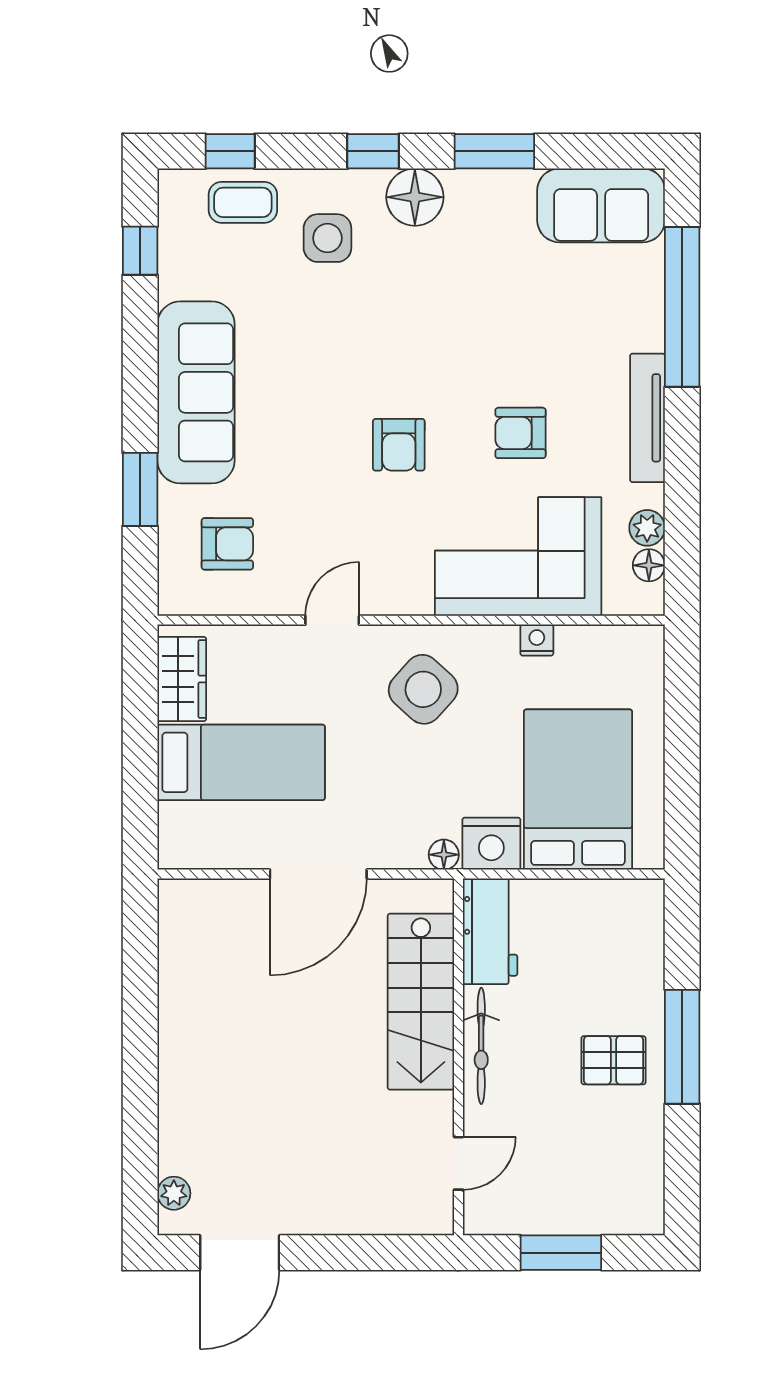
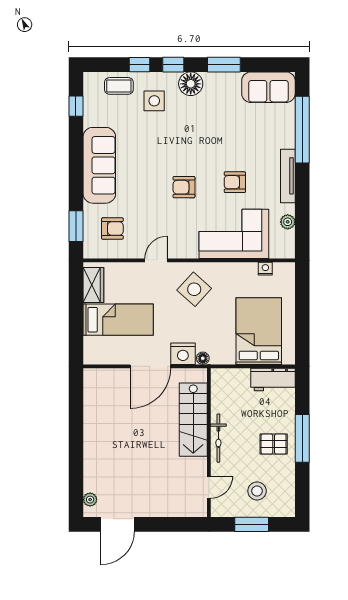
window: (230, 151) -> (140, 65), moved
armchair: (399, 445) -> (184, 187), turned 90
window: (140, 489) -> (76, 226), moved
floor lamp: (649, 565) -> (288, 237), removed
nightstand: (537, 640) -> (265, 269), moved
nightstand: (491, 844) -> (183, 354), moved
workbench: (490, 931) -> (273, 380), moved, turned 90
stool: (574, 1173) -> (257, 491), added

